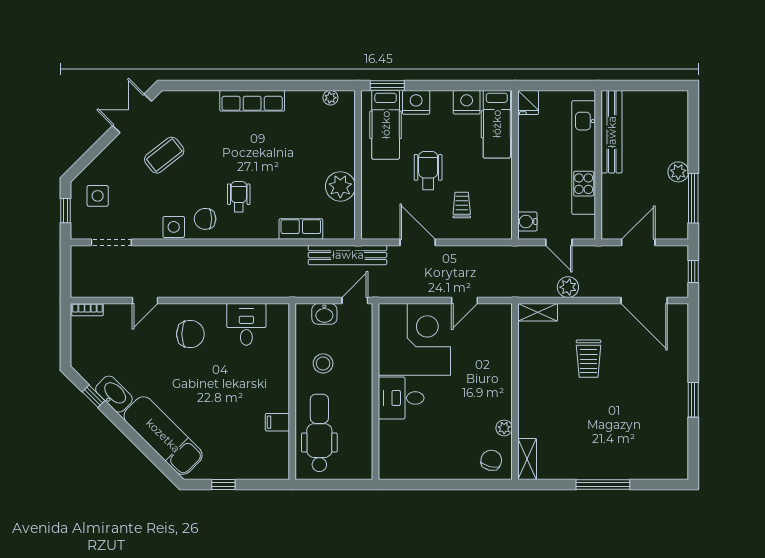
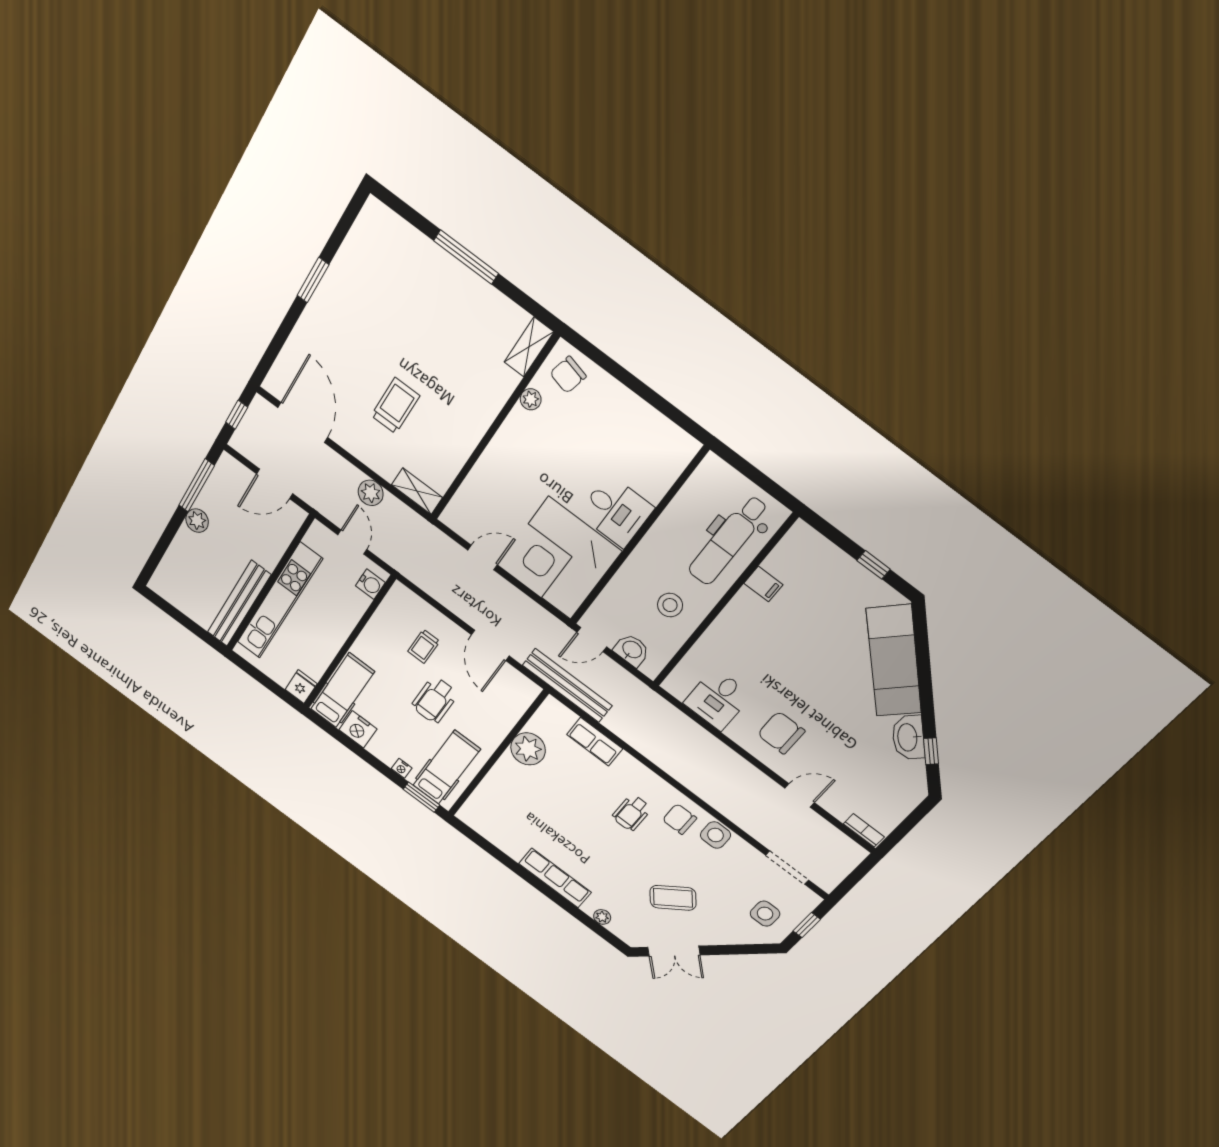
plant: (330, 98) -> (602, 917), moved
nightstand: (416, 102) -> (402, 768), width x0.53, depth x0.56
chair: (205, 219) -> (680, 819), turned 180

